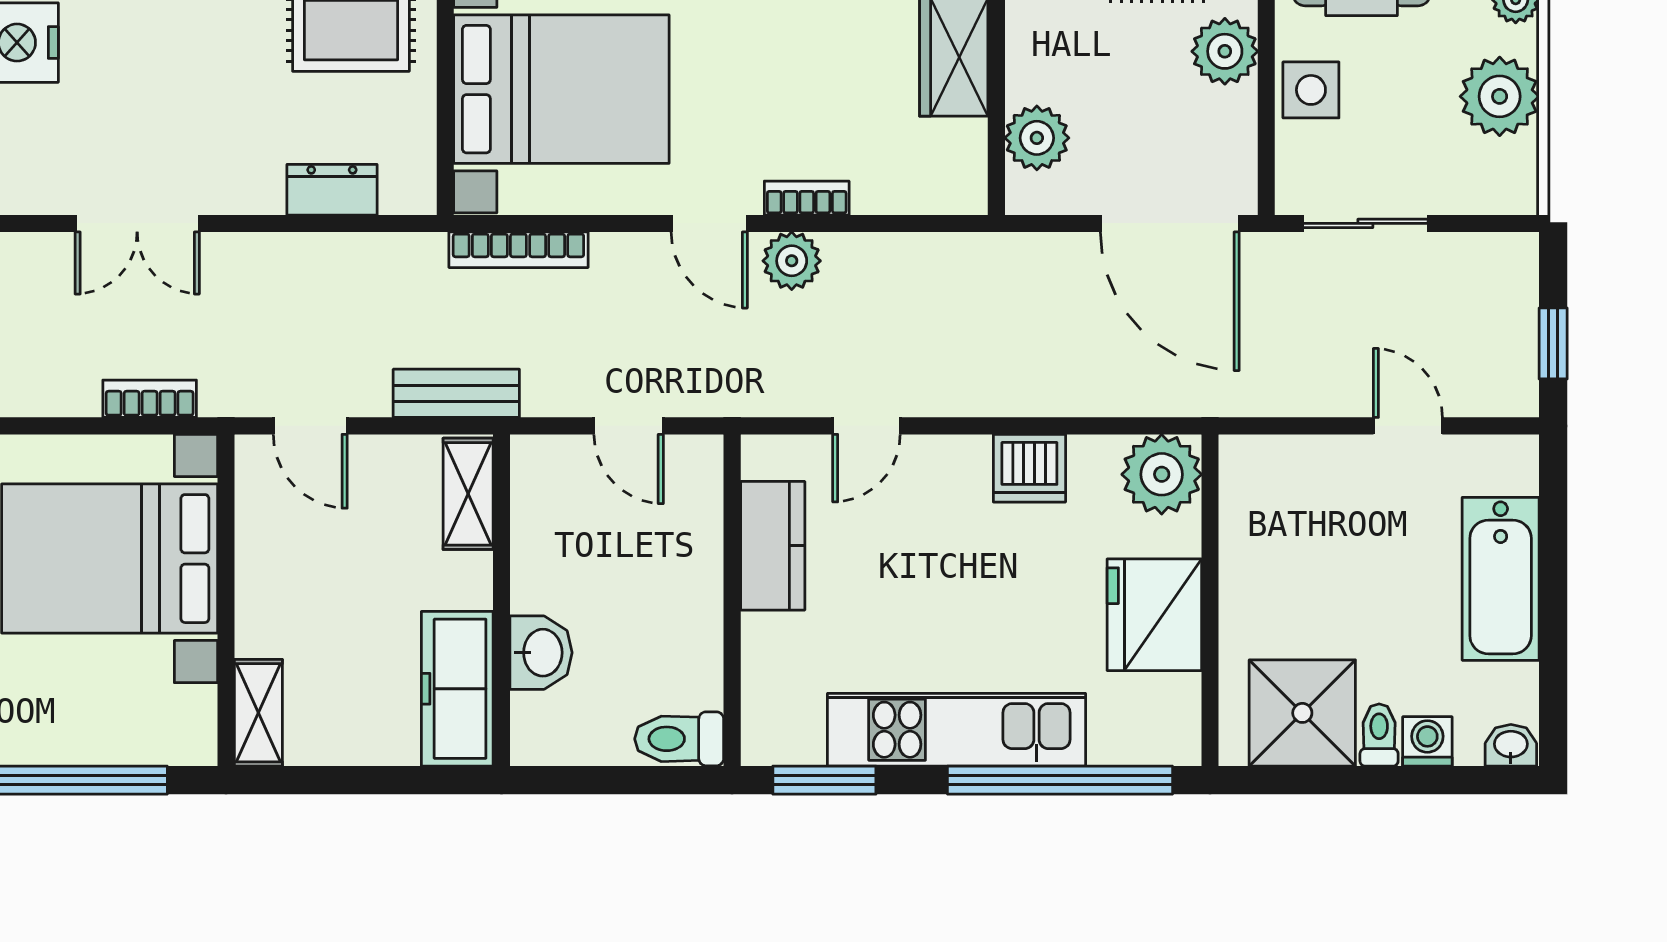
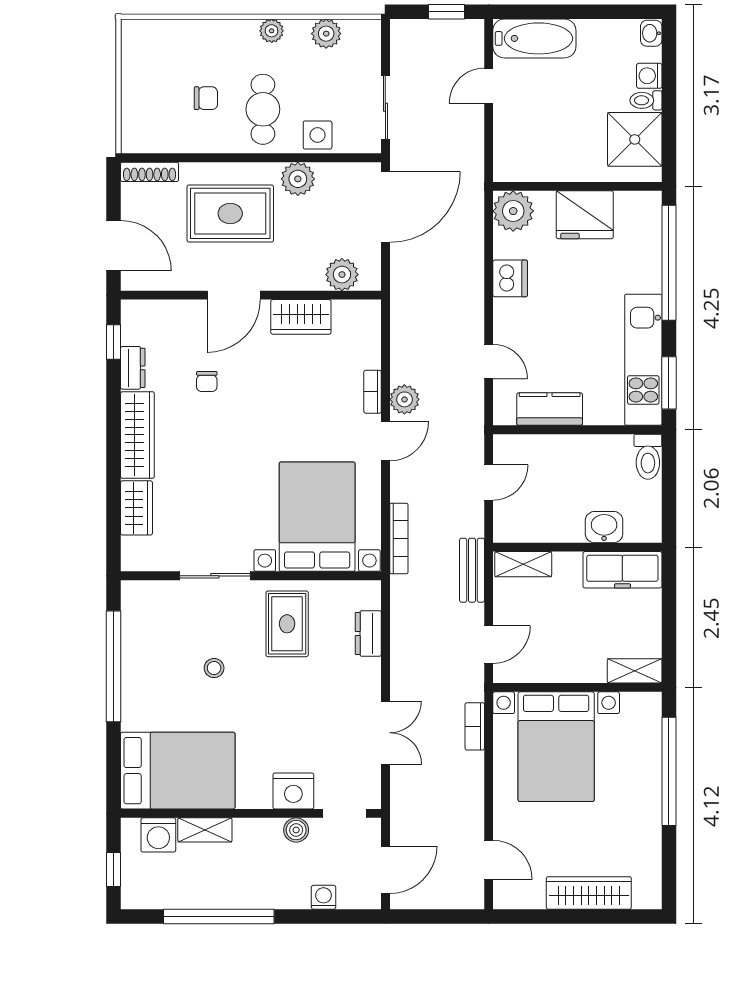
plant: (1500, 96) -> (326, 34), width x0.73, depth x0.73
bathtub: (1501, 579) -> (534, 38), moved
kitchen unit: (956, 730) -> (643, 360), moved

